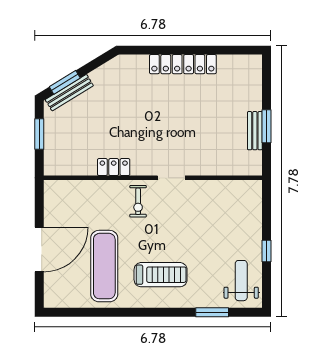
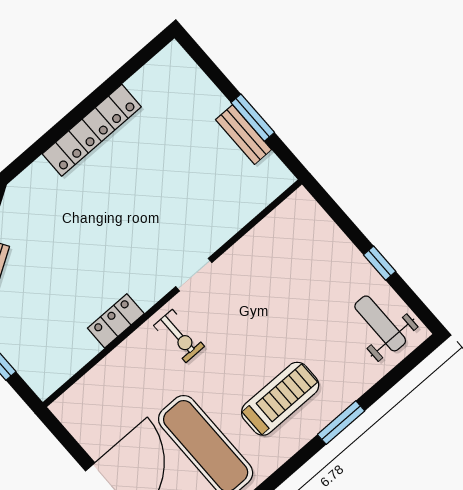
window: (212, 312) -> (341, 423), moved

